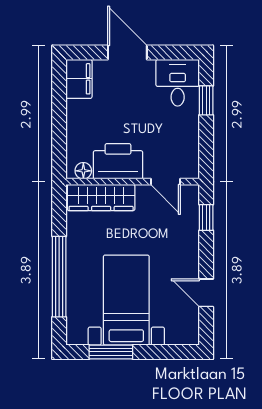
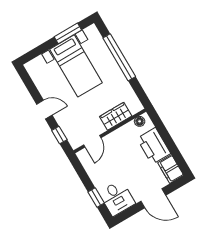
printer: (118, 161) -> (154, 146), moved, turned 90
door: (165, 182) -> (92, 141), swing flipped
wardrobe: (101, 198) -> (116, 116), width x0.67
door: (206, 293) -> (44, 110), moved

